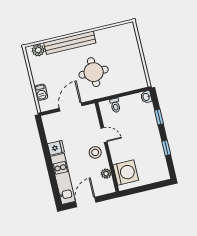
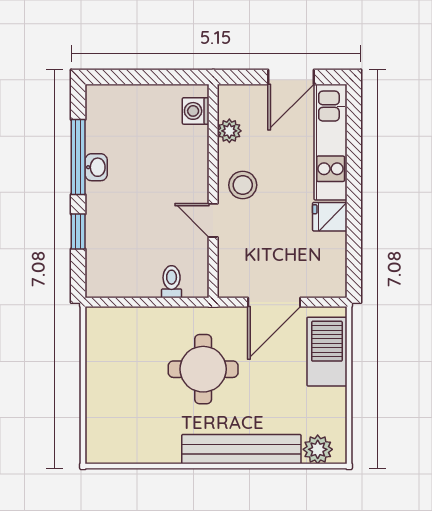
barbecue: (41, 92) -> (327, 352), width x1.88, depth x1.53
washbasin: (146, 97) -> (96, 167), moved
window: (166, 148) -> (78, 157), width x2.17
washing machine: (126, 172) -> (196, 111), width x0.53, depth x0.53

